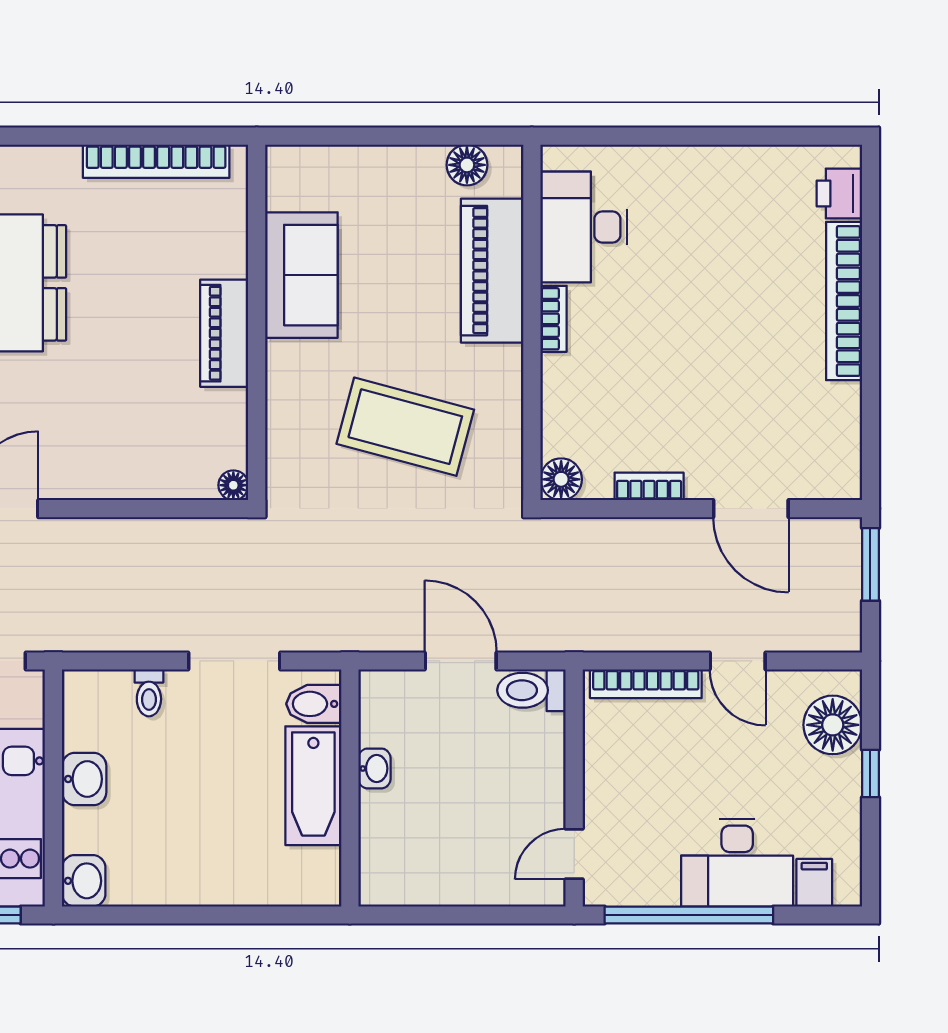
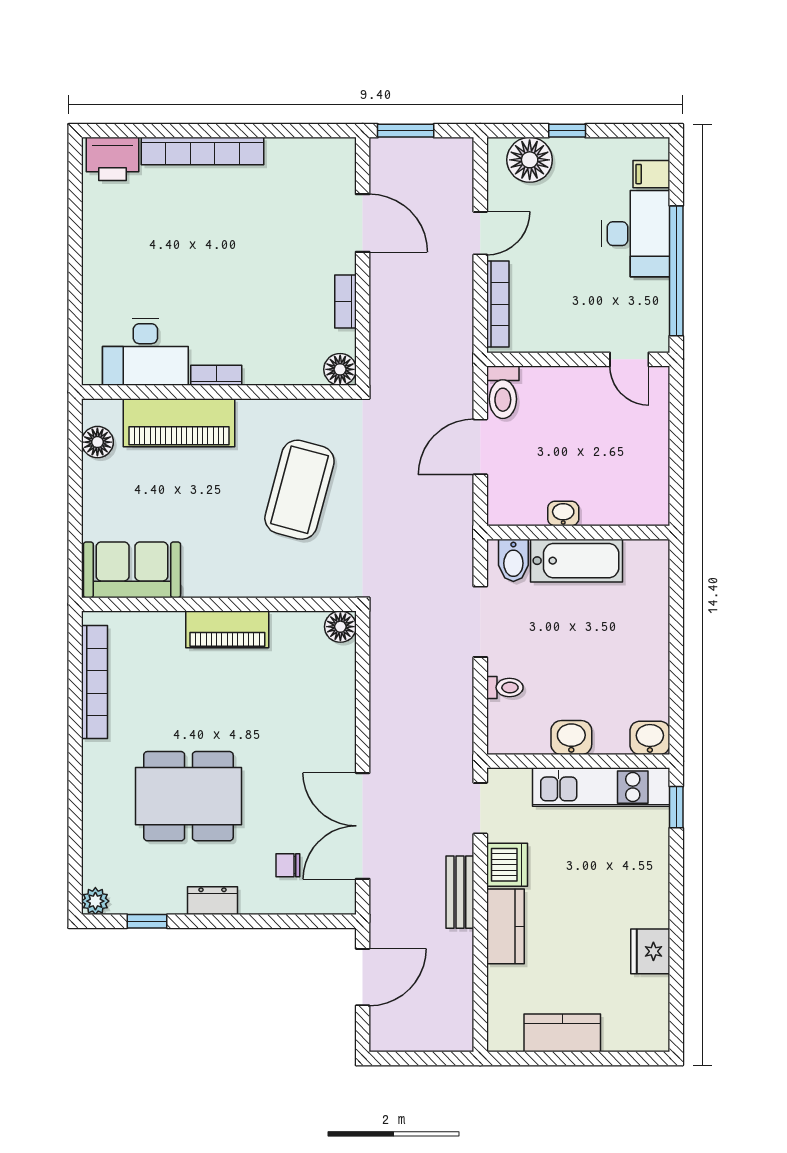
printer: (839, 194) -> (113, 159), width x1.36, depth x1.24
sofa: (301, 275) -> (132, 570), moved
floor lamp: (233, 485) -> (340, 627), width x1.37, depth x1.37
door: (751, 509) -> (363, 223), hinge flipped

